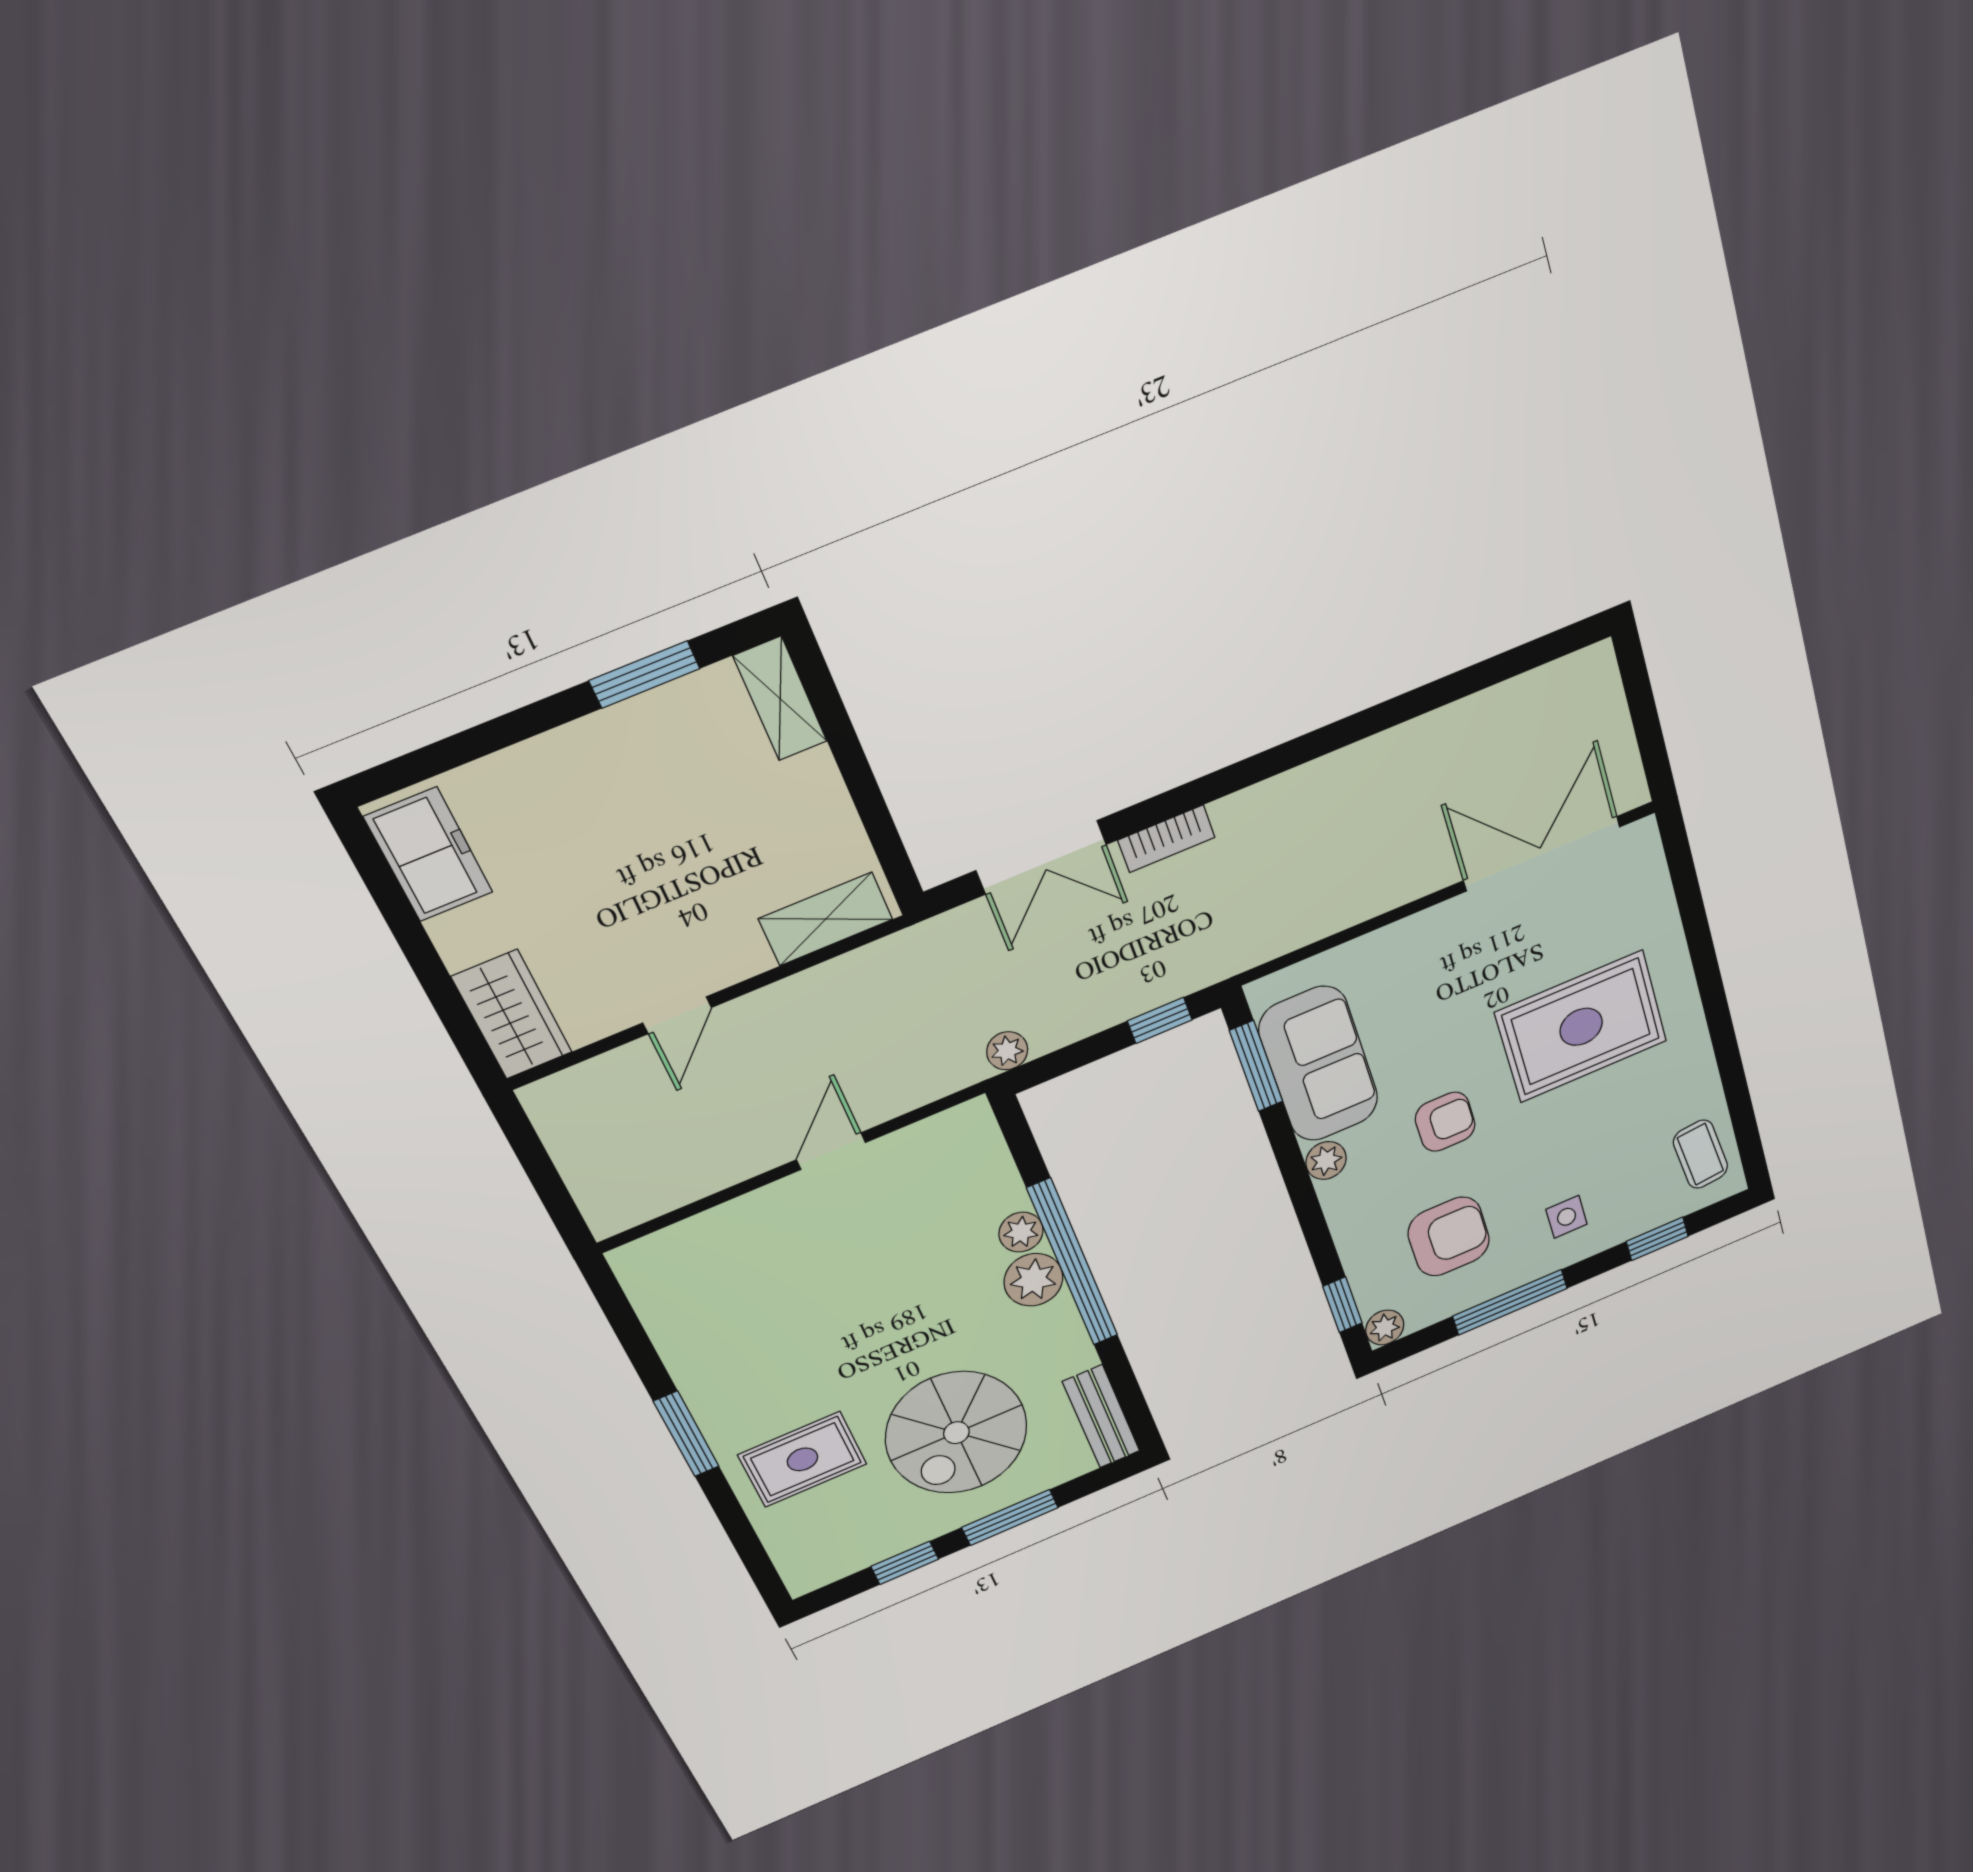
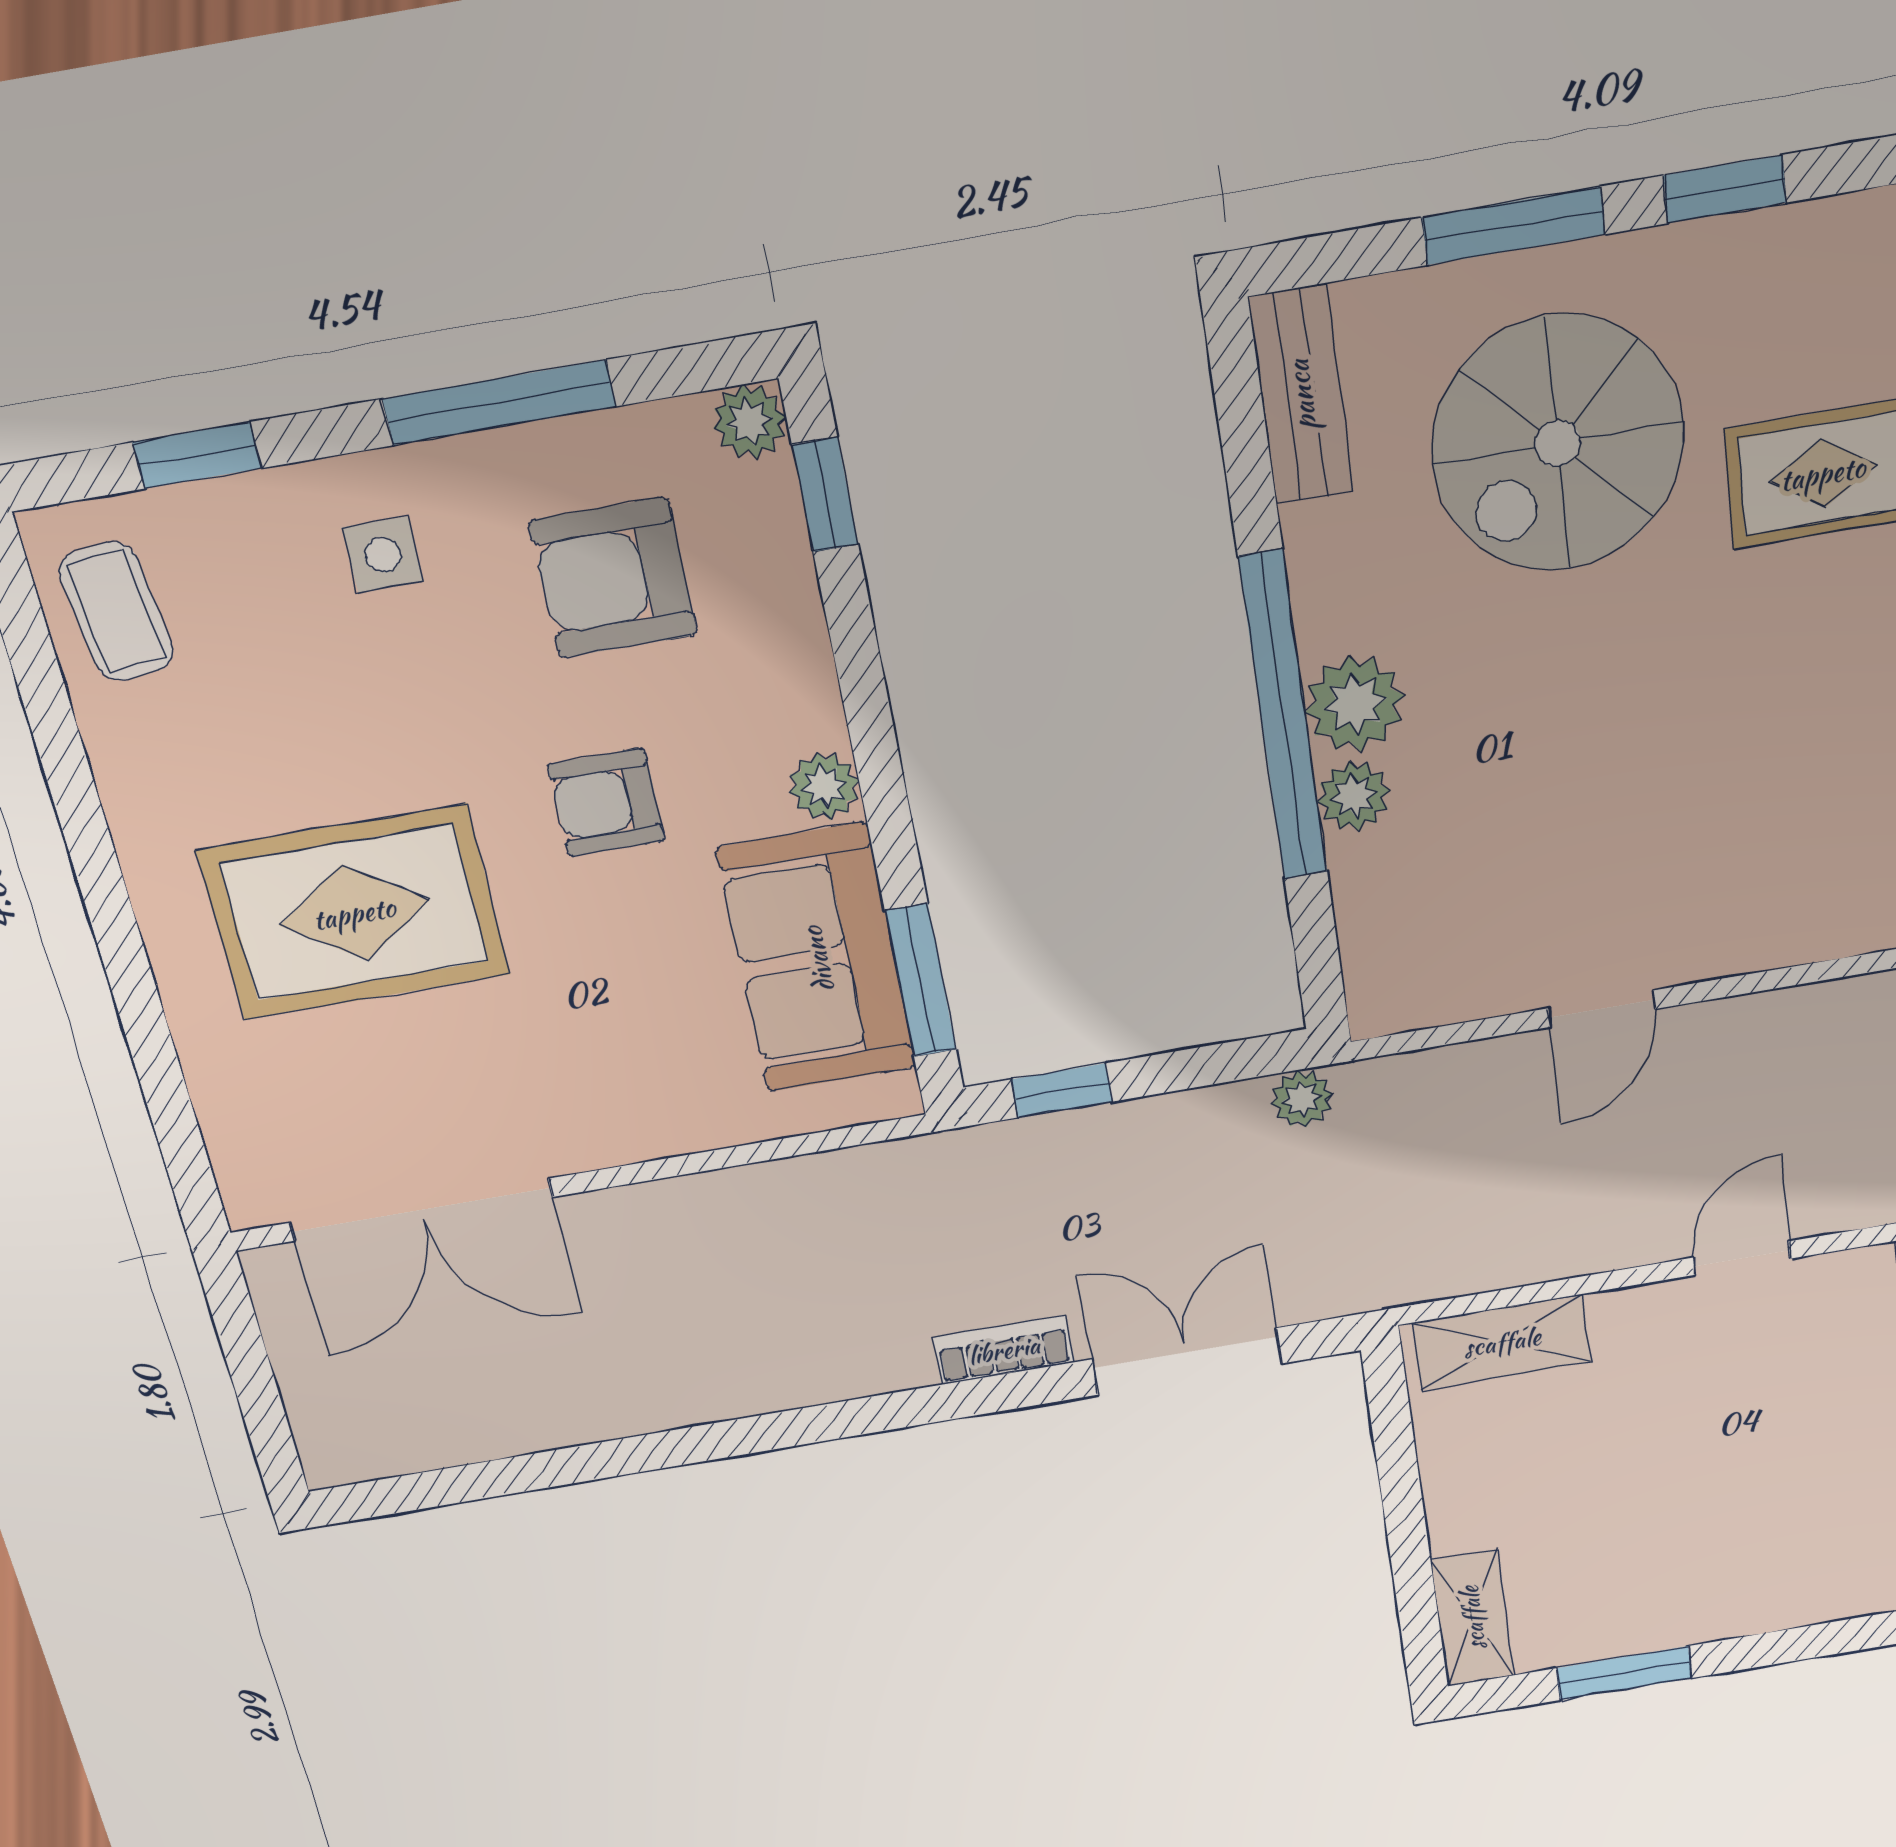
spiral stairs: (956, 1433) -> (1558, 443), turned 180

